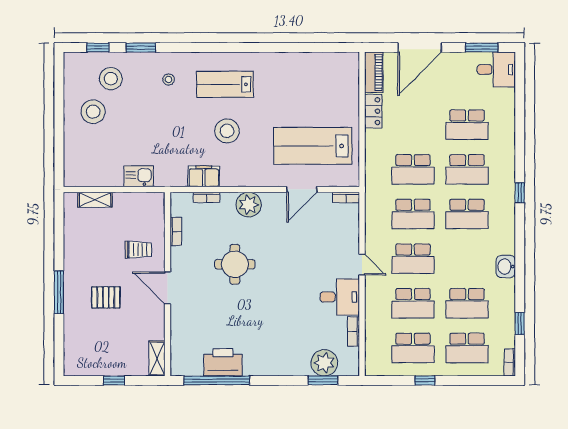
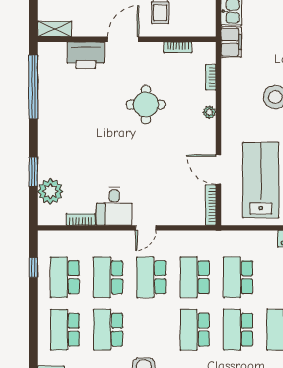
filing cabinet: (204, 176) -> (231, 42), moved
bookcase: (346, 197) -> (211, 205), width x1.56
plant: (249, 205) -> (209, 112), width x0.53, depth x0.53
printer: (223, 362) -> (86, 55), moved, turned 90
window: (323, 380) -> (33, 172), moved
window: (425, 380) -> (33, 267), moved

